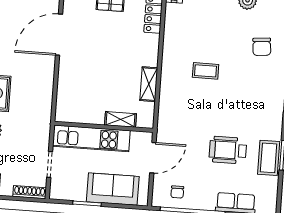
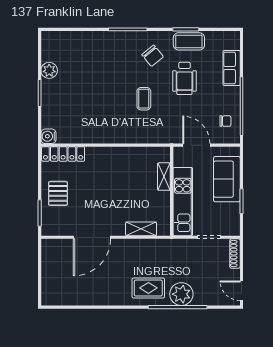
door: (59, 35) -> (92, 237), hinge flipped
chair: (262, 47) -> (153, 56), moved, turned 56
coffee table: (206, 71) -> (144, 99), moved
shelving: (149, 84) -> (141, 229), moved

